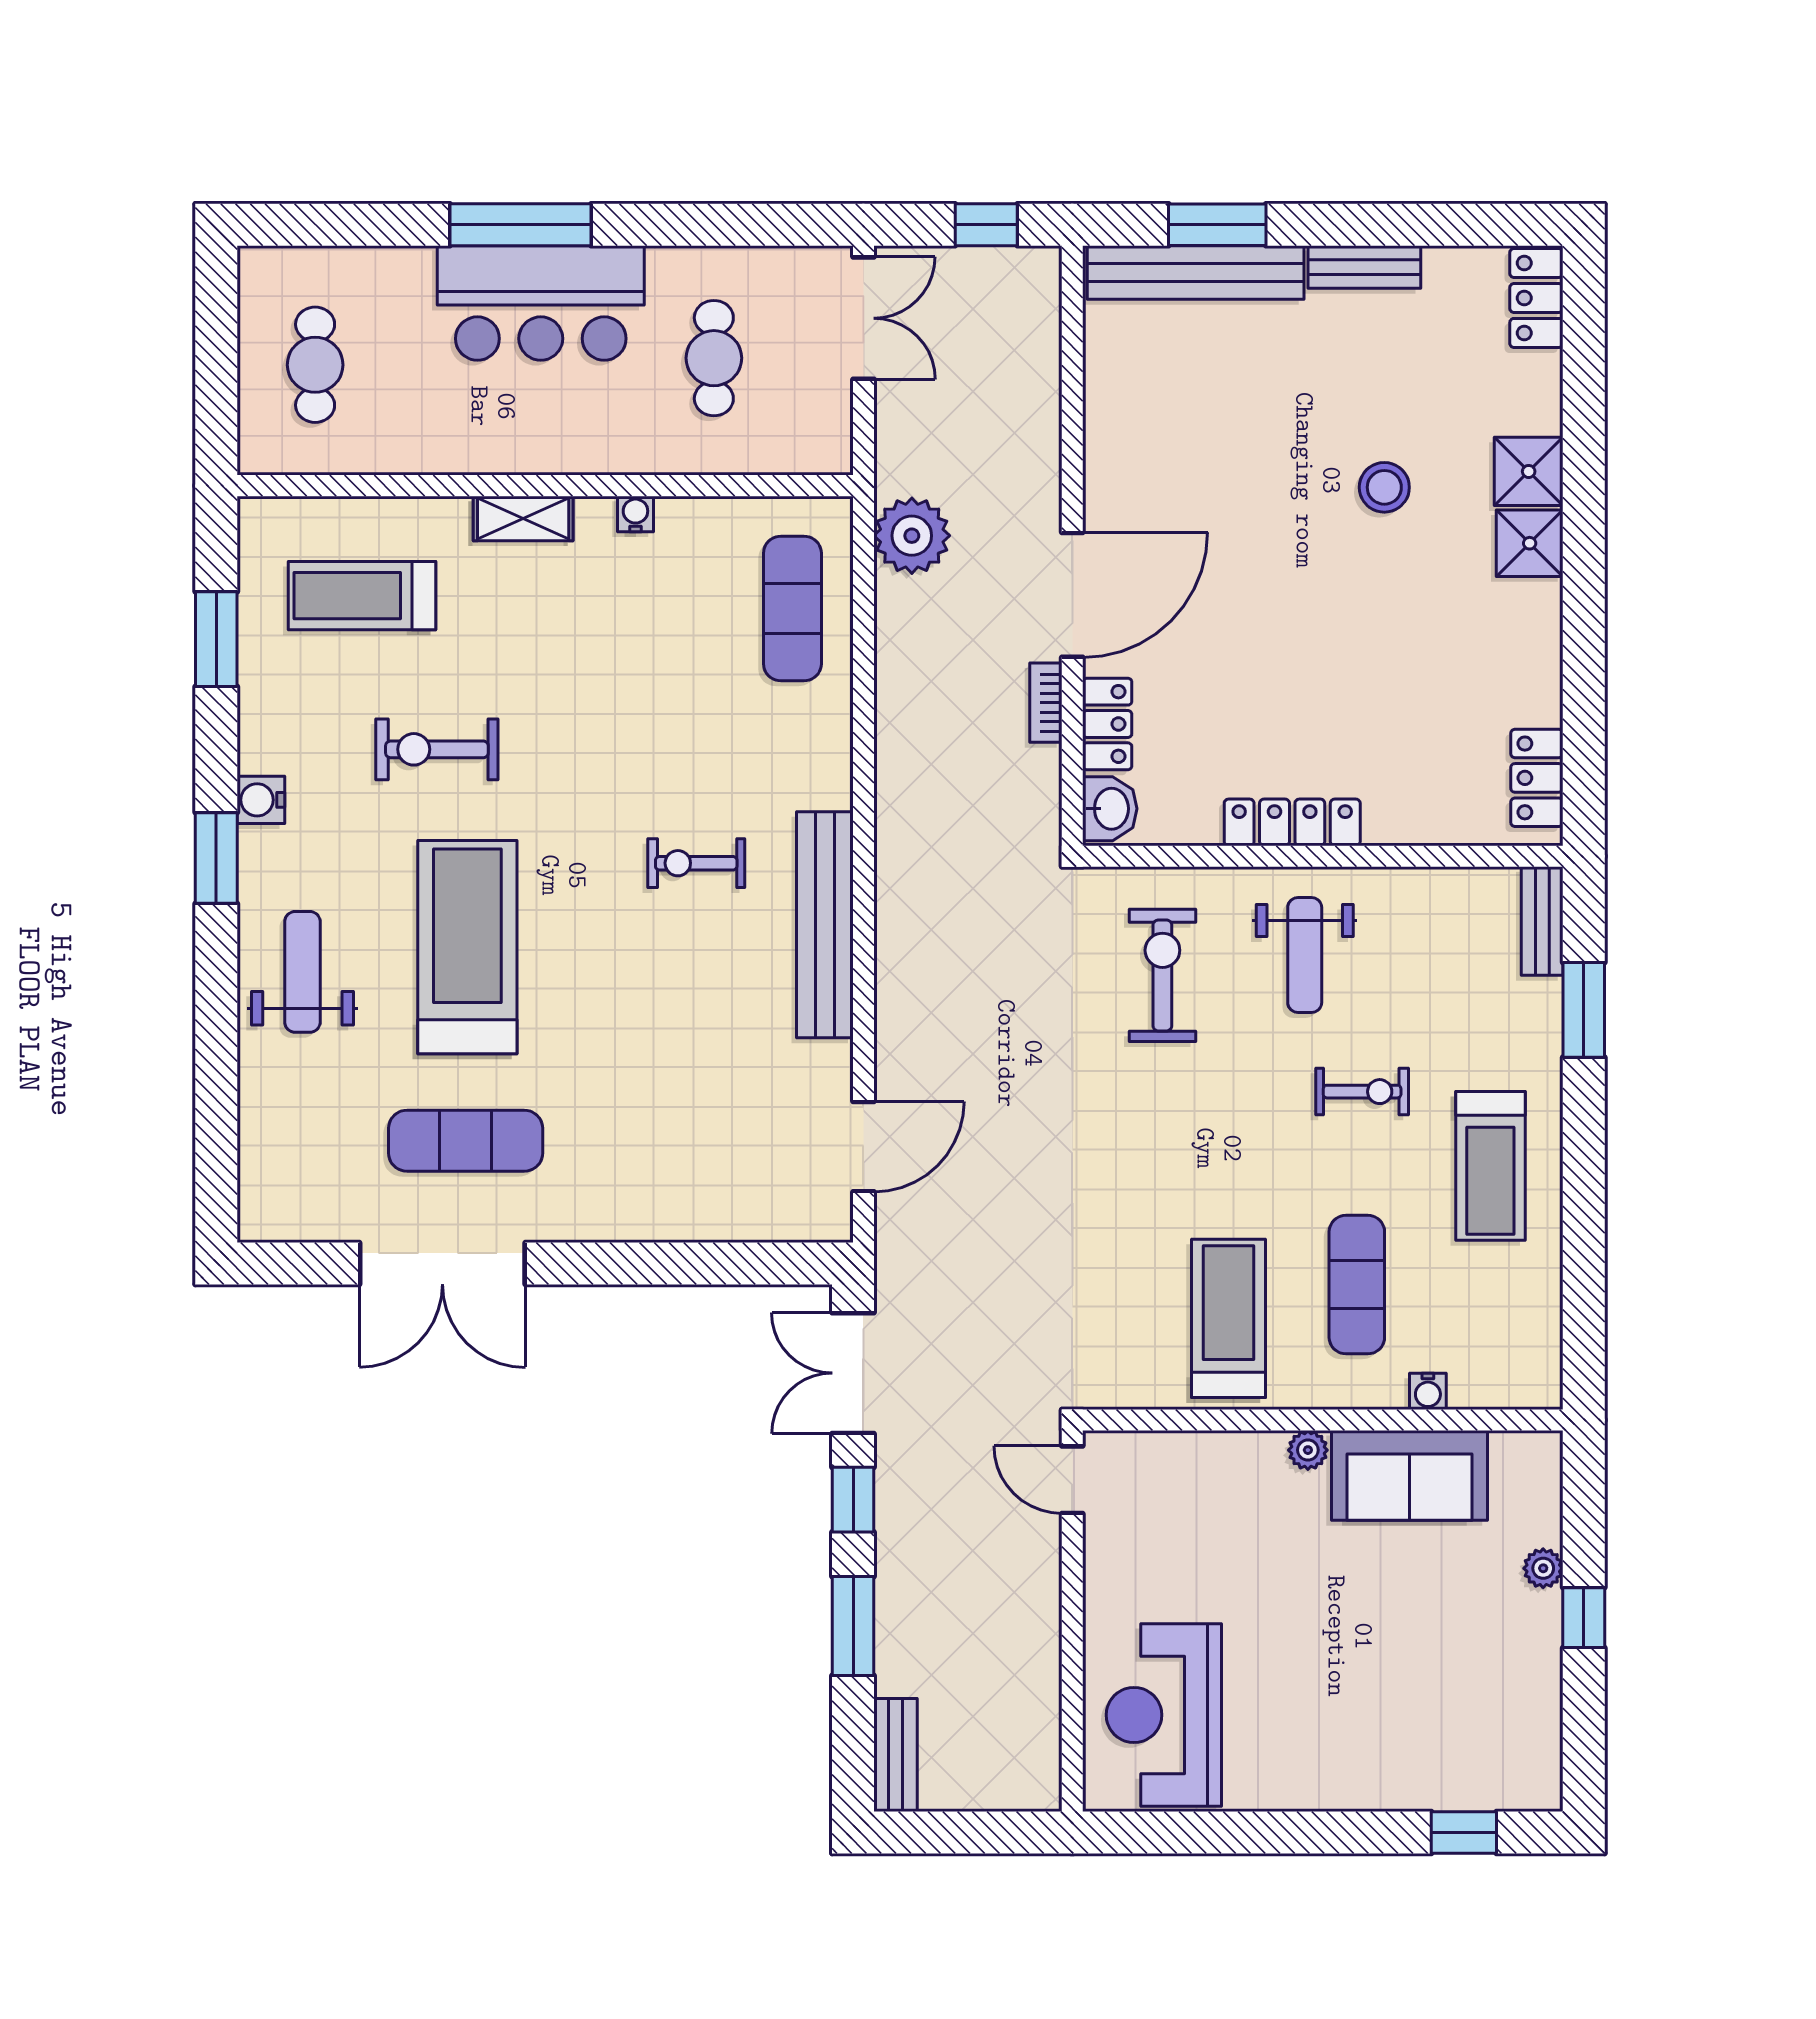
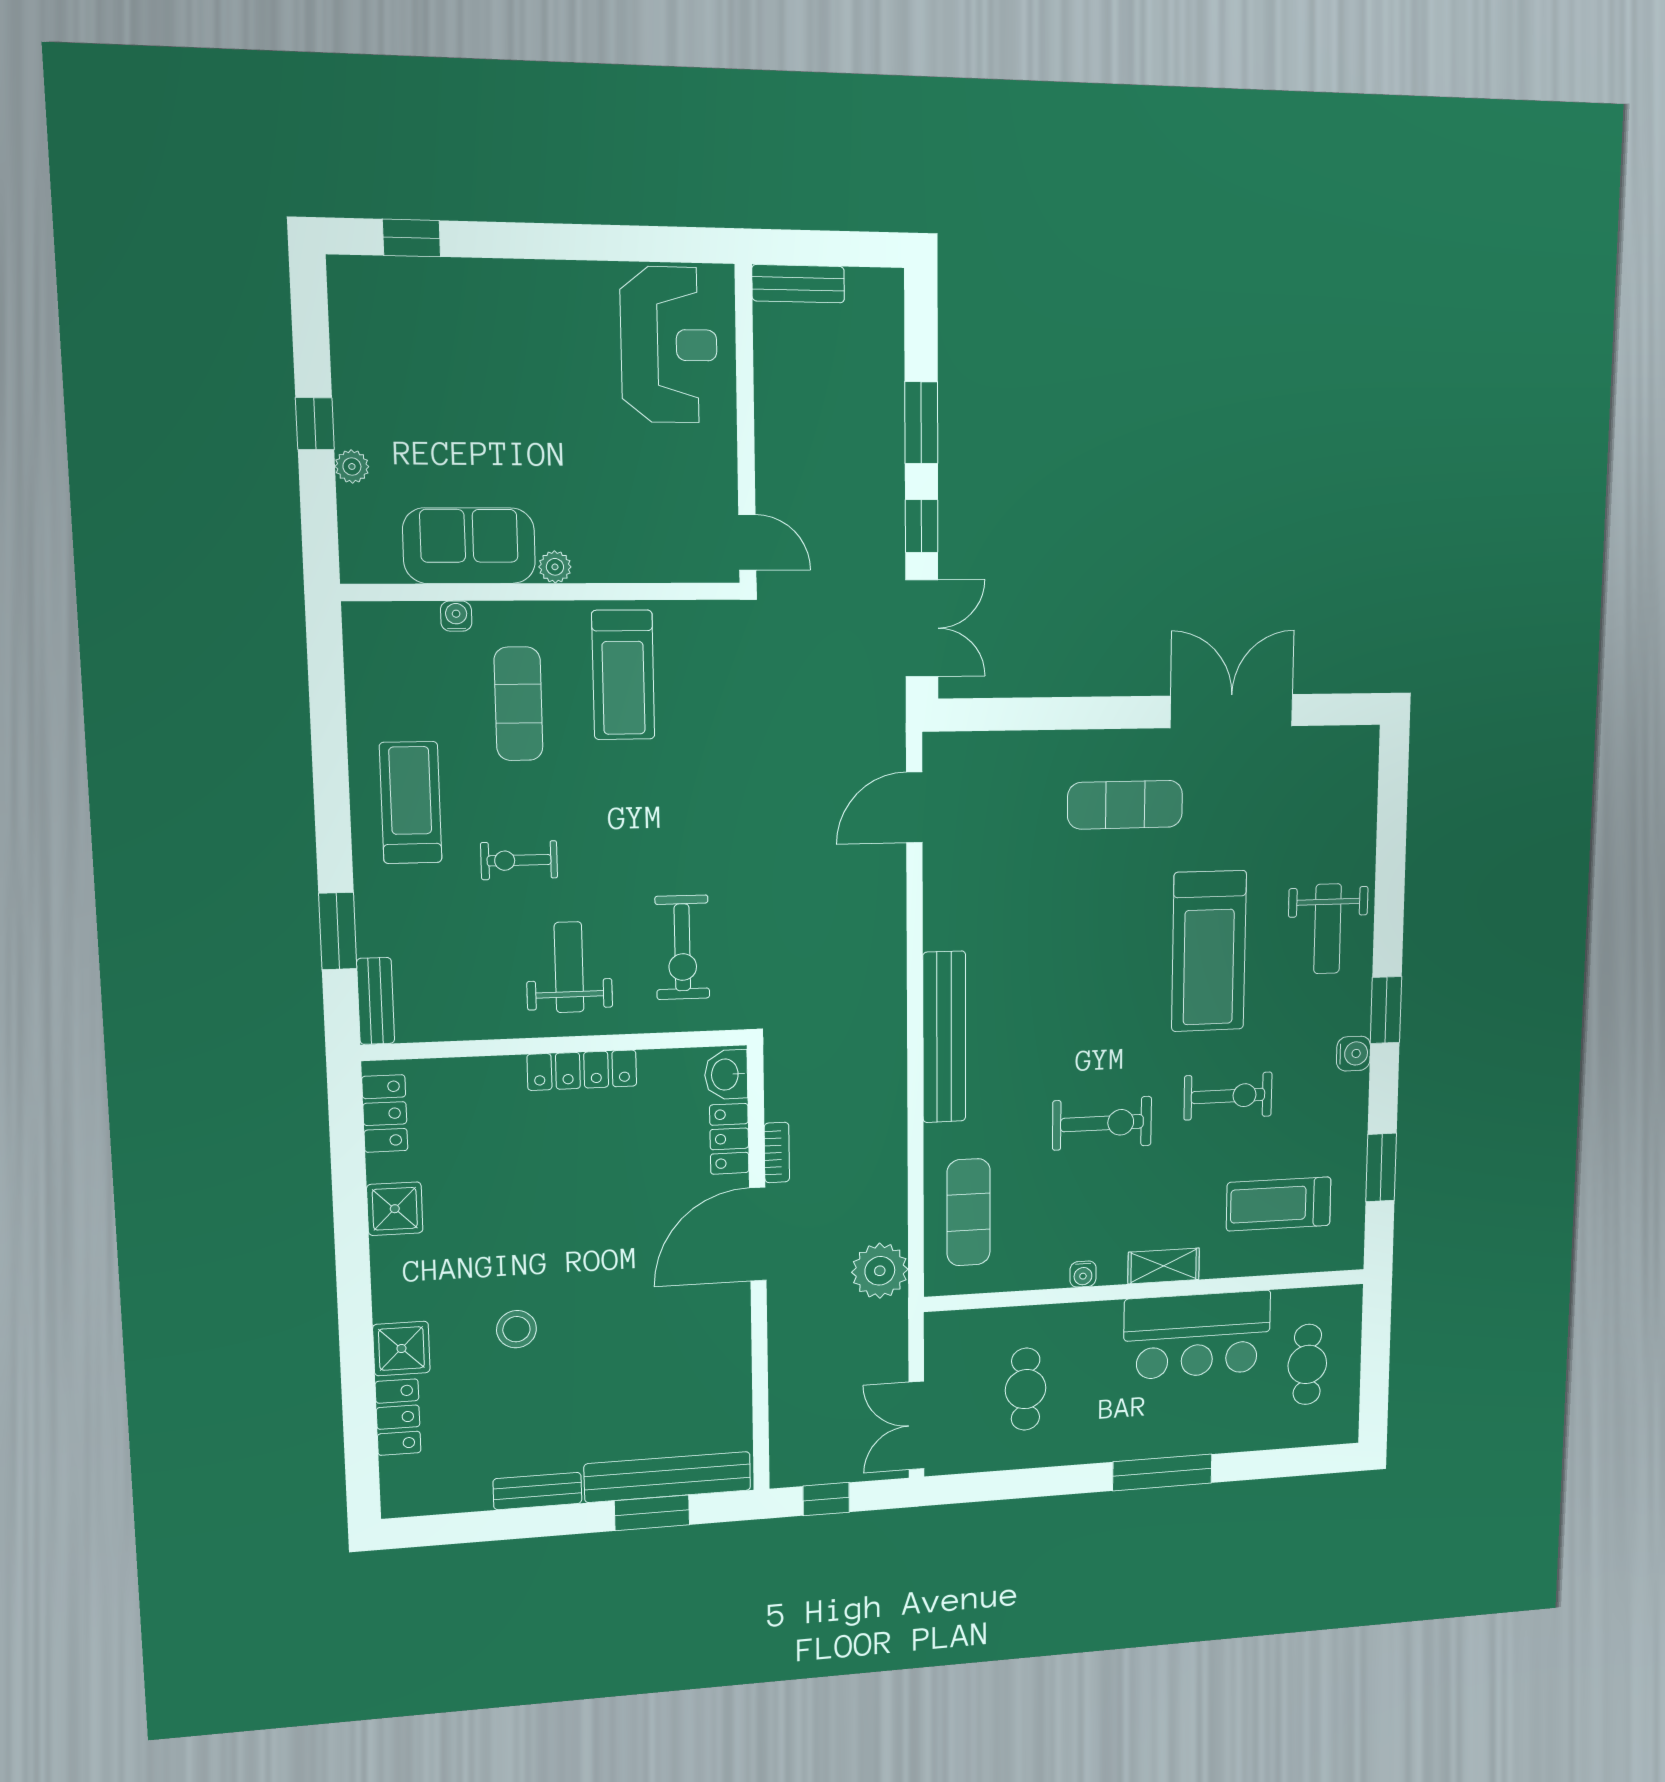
locker: (1536, 298) -> (398, 1417), moved
bar counter: (541, 303) -> (1197, 1335), moved, turned 180
shower: (1530, 543) -> (395, 1209), moved
treadmill: (362, 596) -> (1279, 1204), turned 180
exercise bike: (696, 863) -> (1102, 1123), moved, width x1.38, depth x1.39
bench: (825, 925) -> (944, 1037), moved
exercise mat: (466, 1141) -> (1125, 805), moved
bench: (895, 1755) -> (798, 284), moved, turned 90

